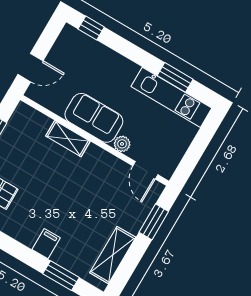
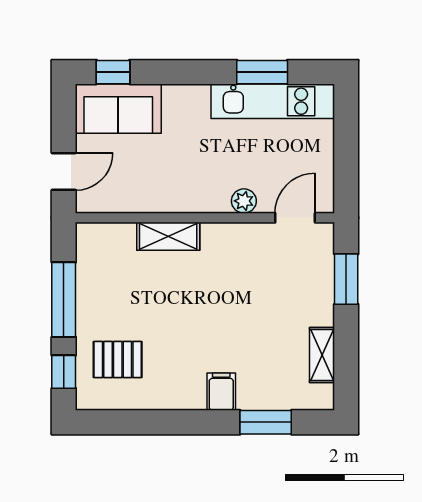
sofa: (94, 118) -> (118, 109), moved, turned 180
door: (145, 170) -> (295, 218), swing flipped
shelving: (113, 255) -> (322, 355), width x0.67, depth x0.75

